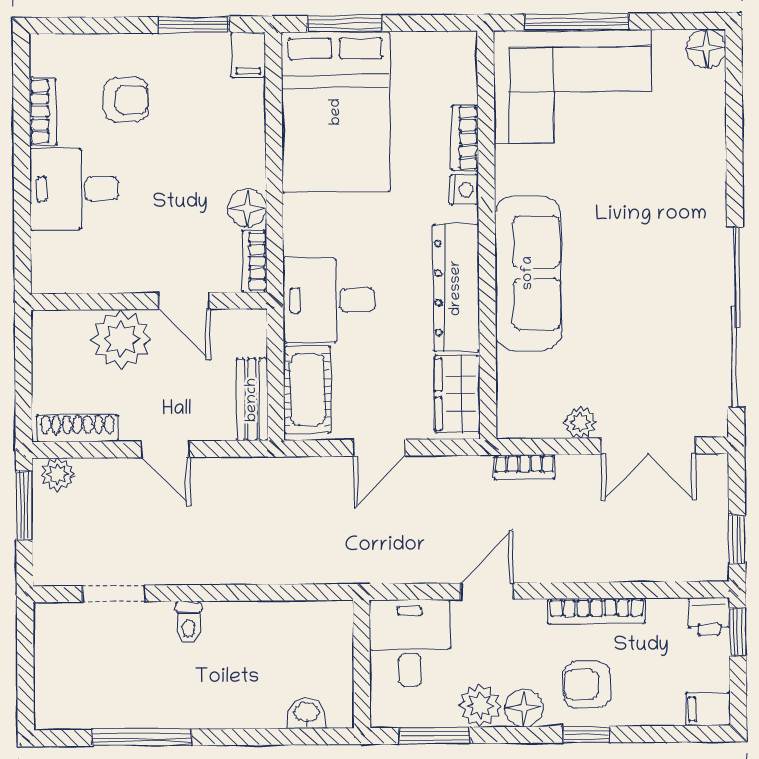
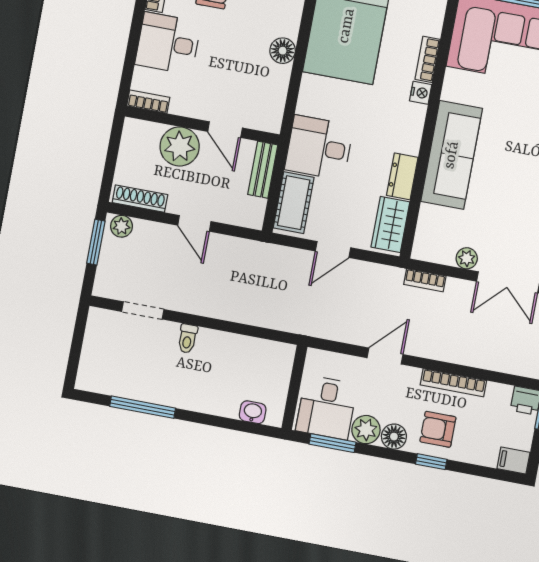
floor lamp: (247, 208) -> (283, 51), moved
bookcase: (254, 261) -> (148, 102), moved, turned 90
dresser: (456, 288) -> (402, 176), width x0.51, depth x0.80
bench: (252, 400) -> (263, 170), moved
desk: (410, 643) -> (327, 407), moved, turned 180

